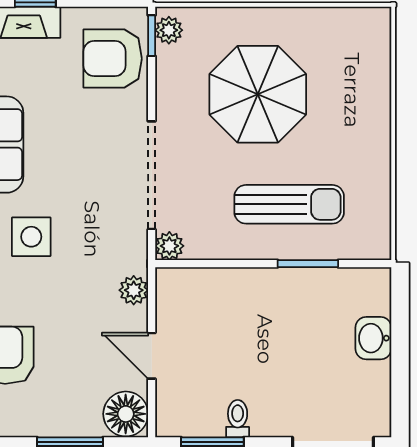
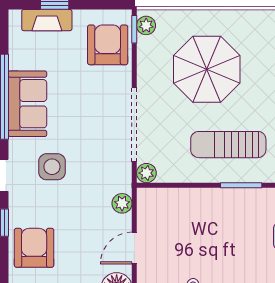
armchair: (113, 59) -> (108, 45), turned 90
sun lounger: (289, 204) -> (228, 145), turned 180
door: (152, 356) -> (134, 248), hinge flipped

